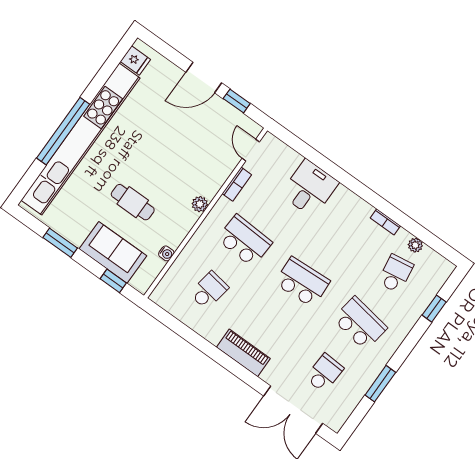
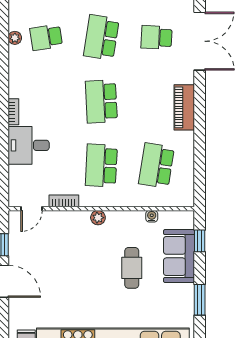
bookcase: (385, 222) -> (13, 112), moved
school desk: (209, 290) -> (156, 165), width x1.85

